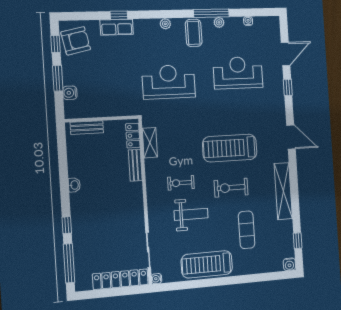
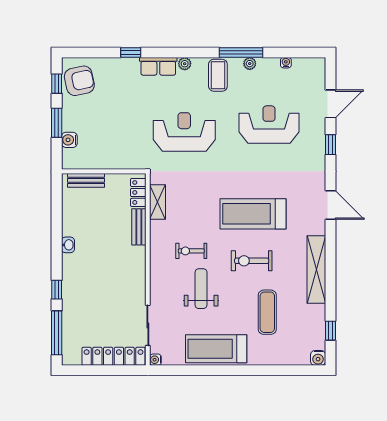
row of seats: (117, 27) -> (158, 66), moved
weight bench: (191, 214) -> (201, 289), turned -90

